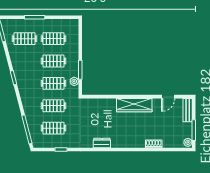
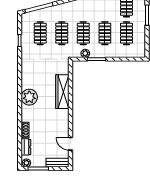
wardrobe: (134, 105) -> (62, 92), moved
plant: (120, 139) -> (29, 97), added
dresser: (102, 143) -> (26, 147), moved

